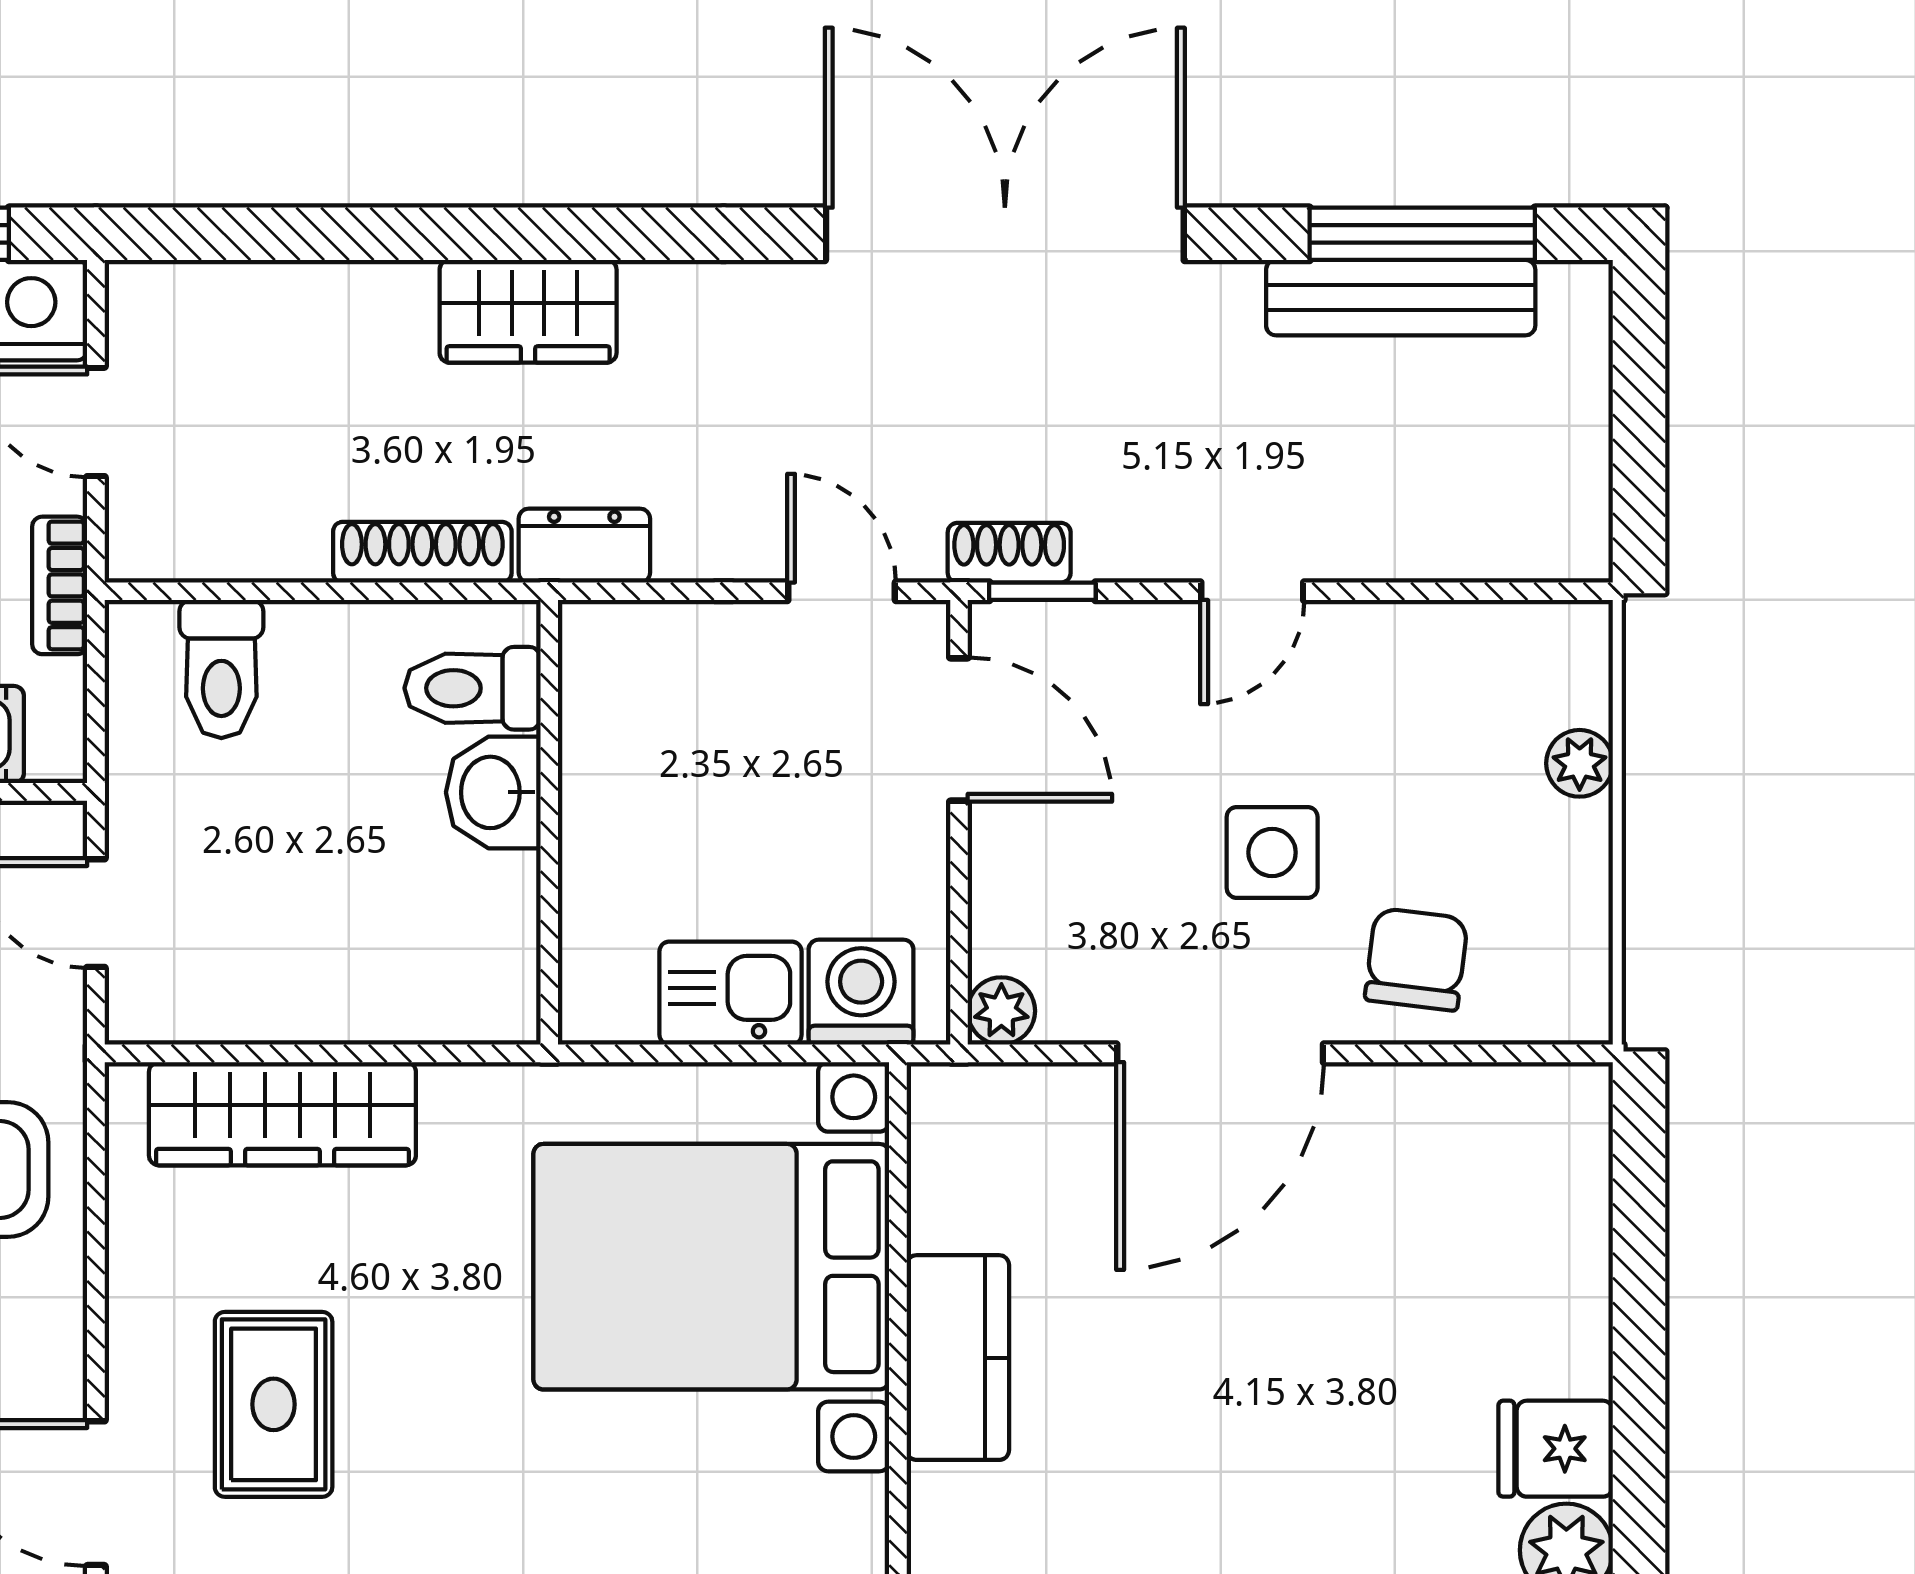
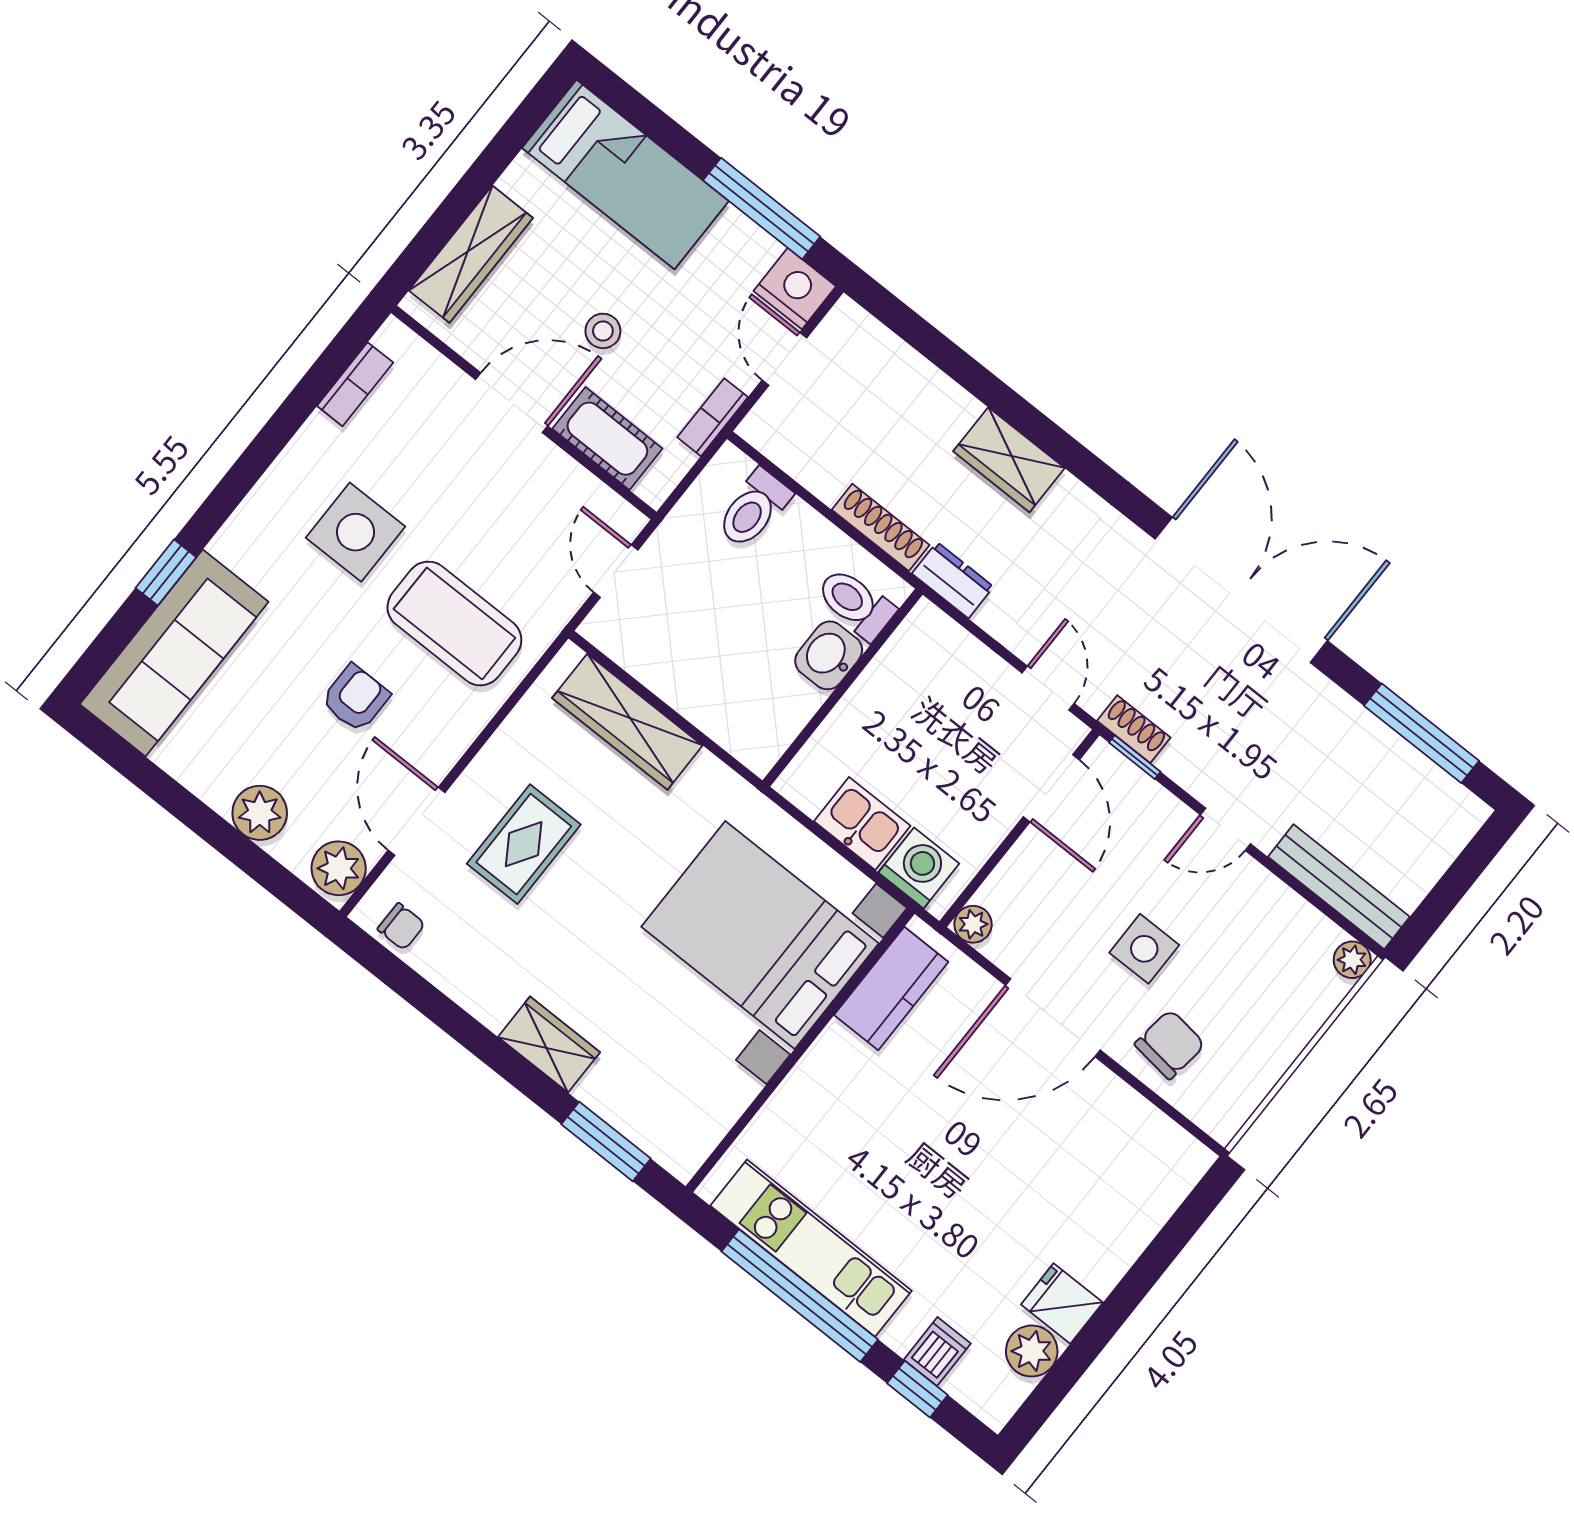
bench: (1401, 298) -> (1339, 887), moved
plant: (1580, 763) -> (1352, 960), moved
kitchen counter: (958, 1358) -> (891, 989), moved

